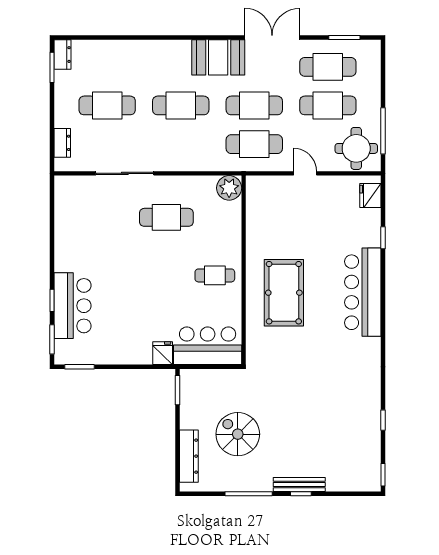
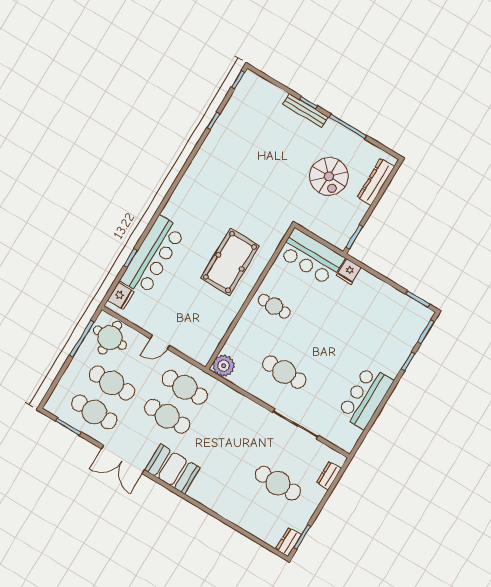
cafe table: (181, 105) -> (223, 450), removed
door: (305, 173) -> (160, 342), hinge flipped
bar counter: (363, 292) -> (153, 256), moved
bar counter: (73, 306) -> (365, 397), moved

